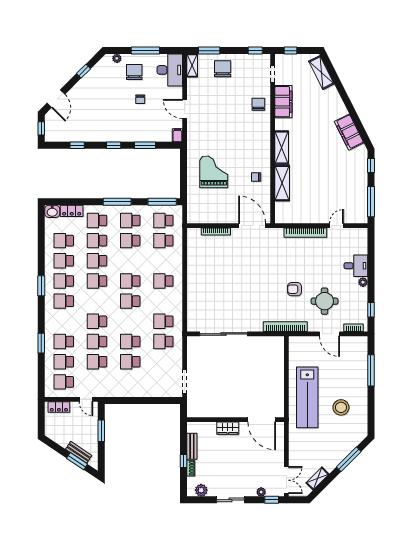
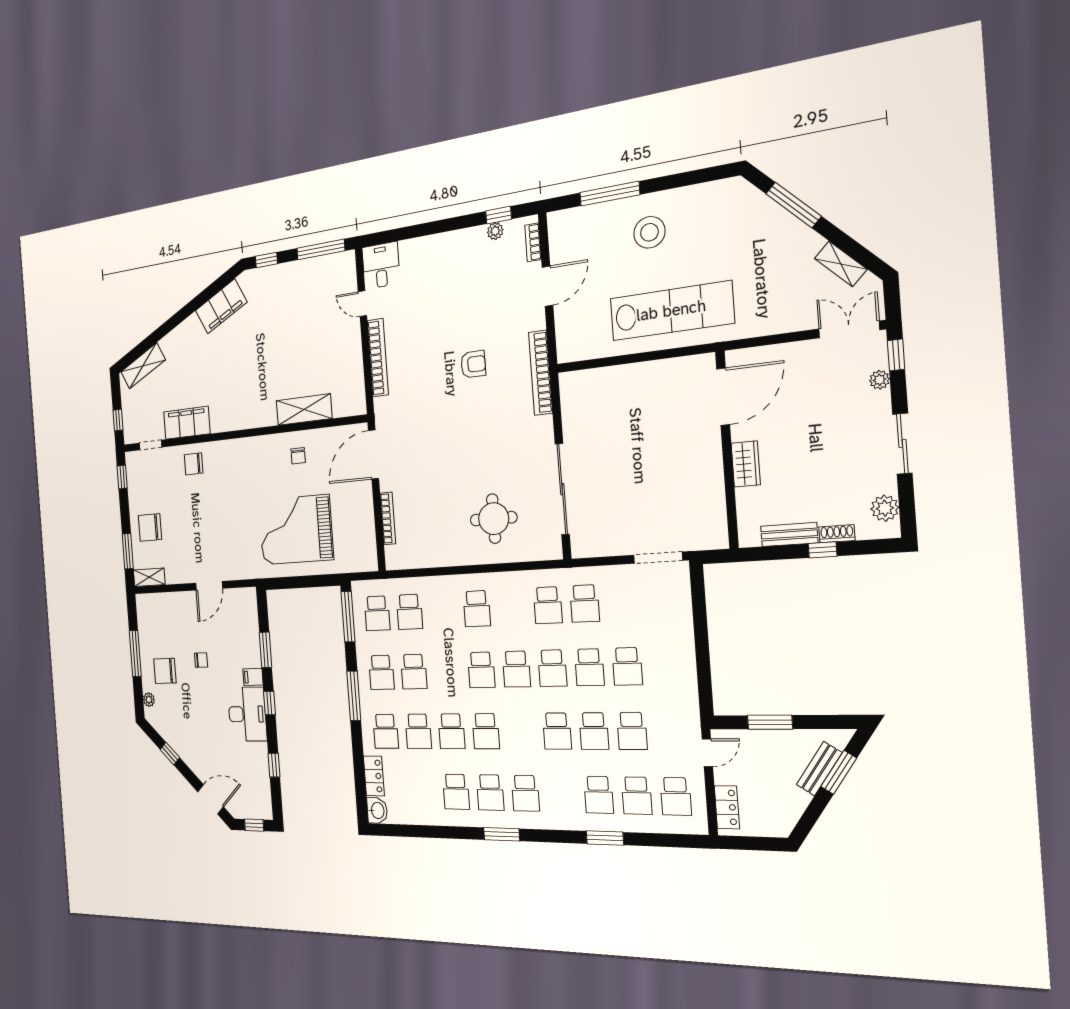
desk: (170, 70) -> (247, 714), moved, turned 90
filing cabinet: (177, 135) -> (253, 677), moved
shelving: (282, 148) -> (252, 417), removed
grand piano: (214, 172) -> (296, 530), width x1.37, depth x1.48
school desk: (64, 241) -> (552, 668), moved
desk: (356, 266) -> (381, 265), moved
plant: (363, 282) -> (495, 231), moved
armchair: (294, 289) -> (473, 364), turned -90
round table: (325, 301) -> (494, 519), moved
stool: (341, 407) -> (649, 232), moved

